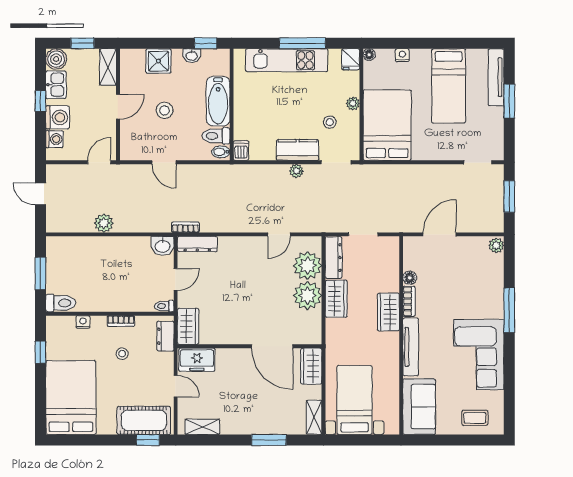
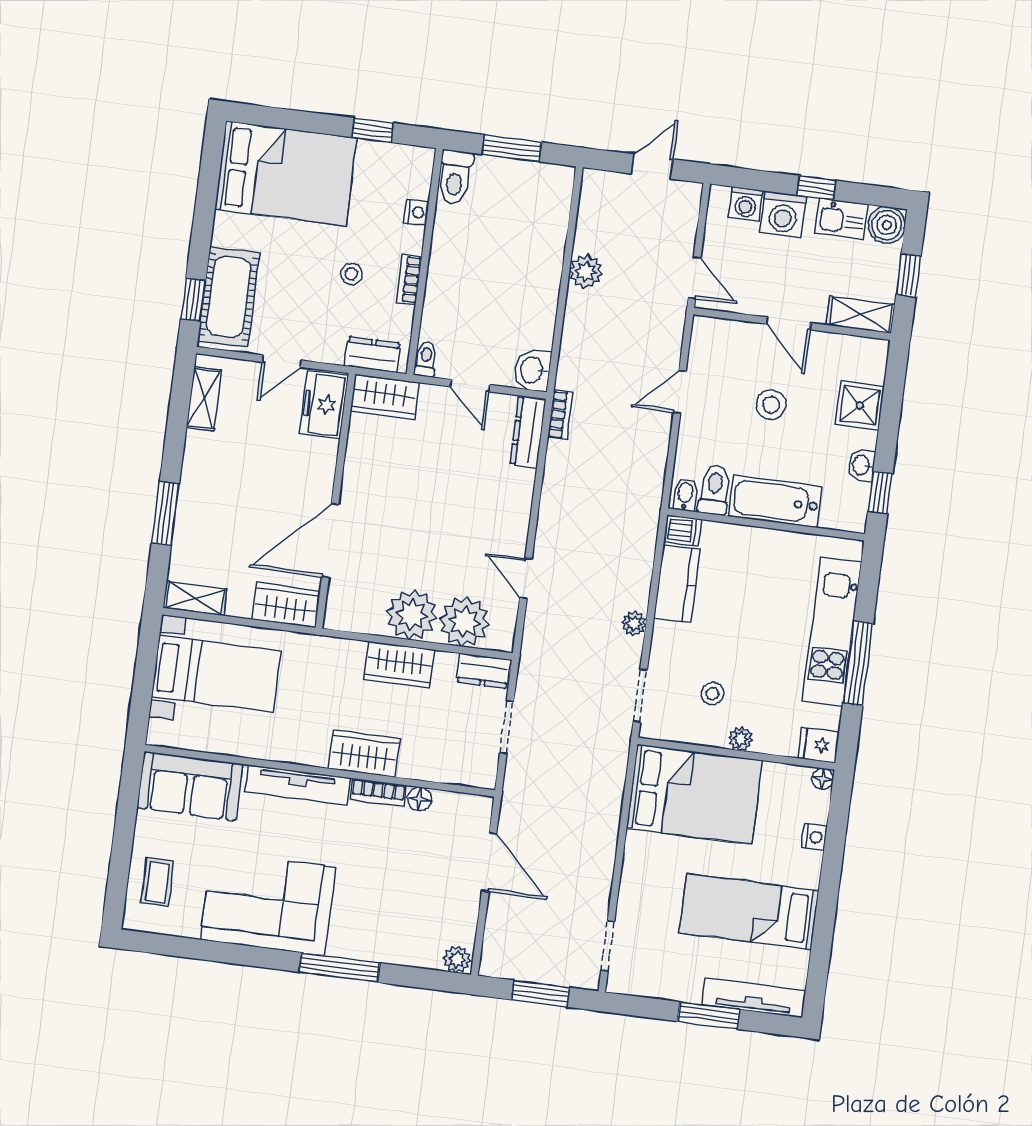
kitchen counter: (298, 150) -> (677, 584), moved
dresser: (334, 258) -> (484, 671), width x0.70

